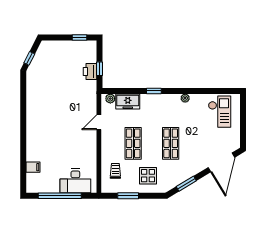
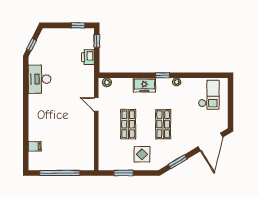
window: (99, 69) -> (97, 41), moved
window: (154, 91) -> (162, 75), moved
freezer: (128, 101) -> (144, 85), moved
door: (99, 122) -> (96, 104), hinge flipped
trolley: (115, 171) -> (112, 150), removed
desk: (75, 181) -> (40, 79), moved, turned 90

